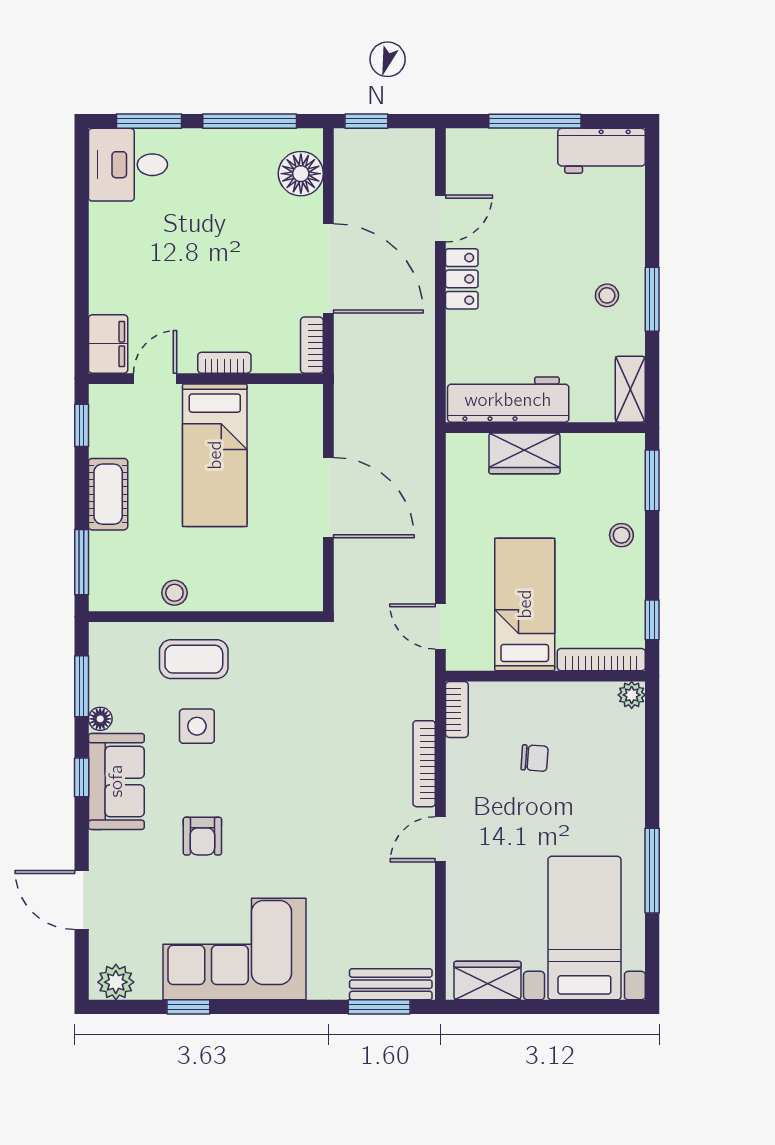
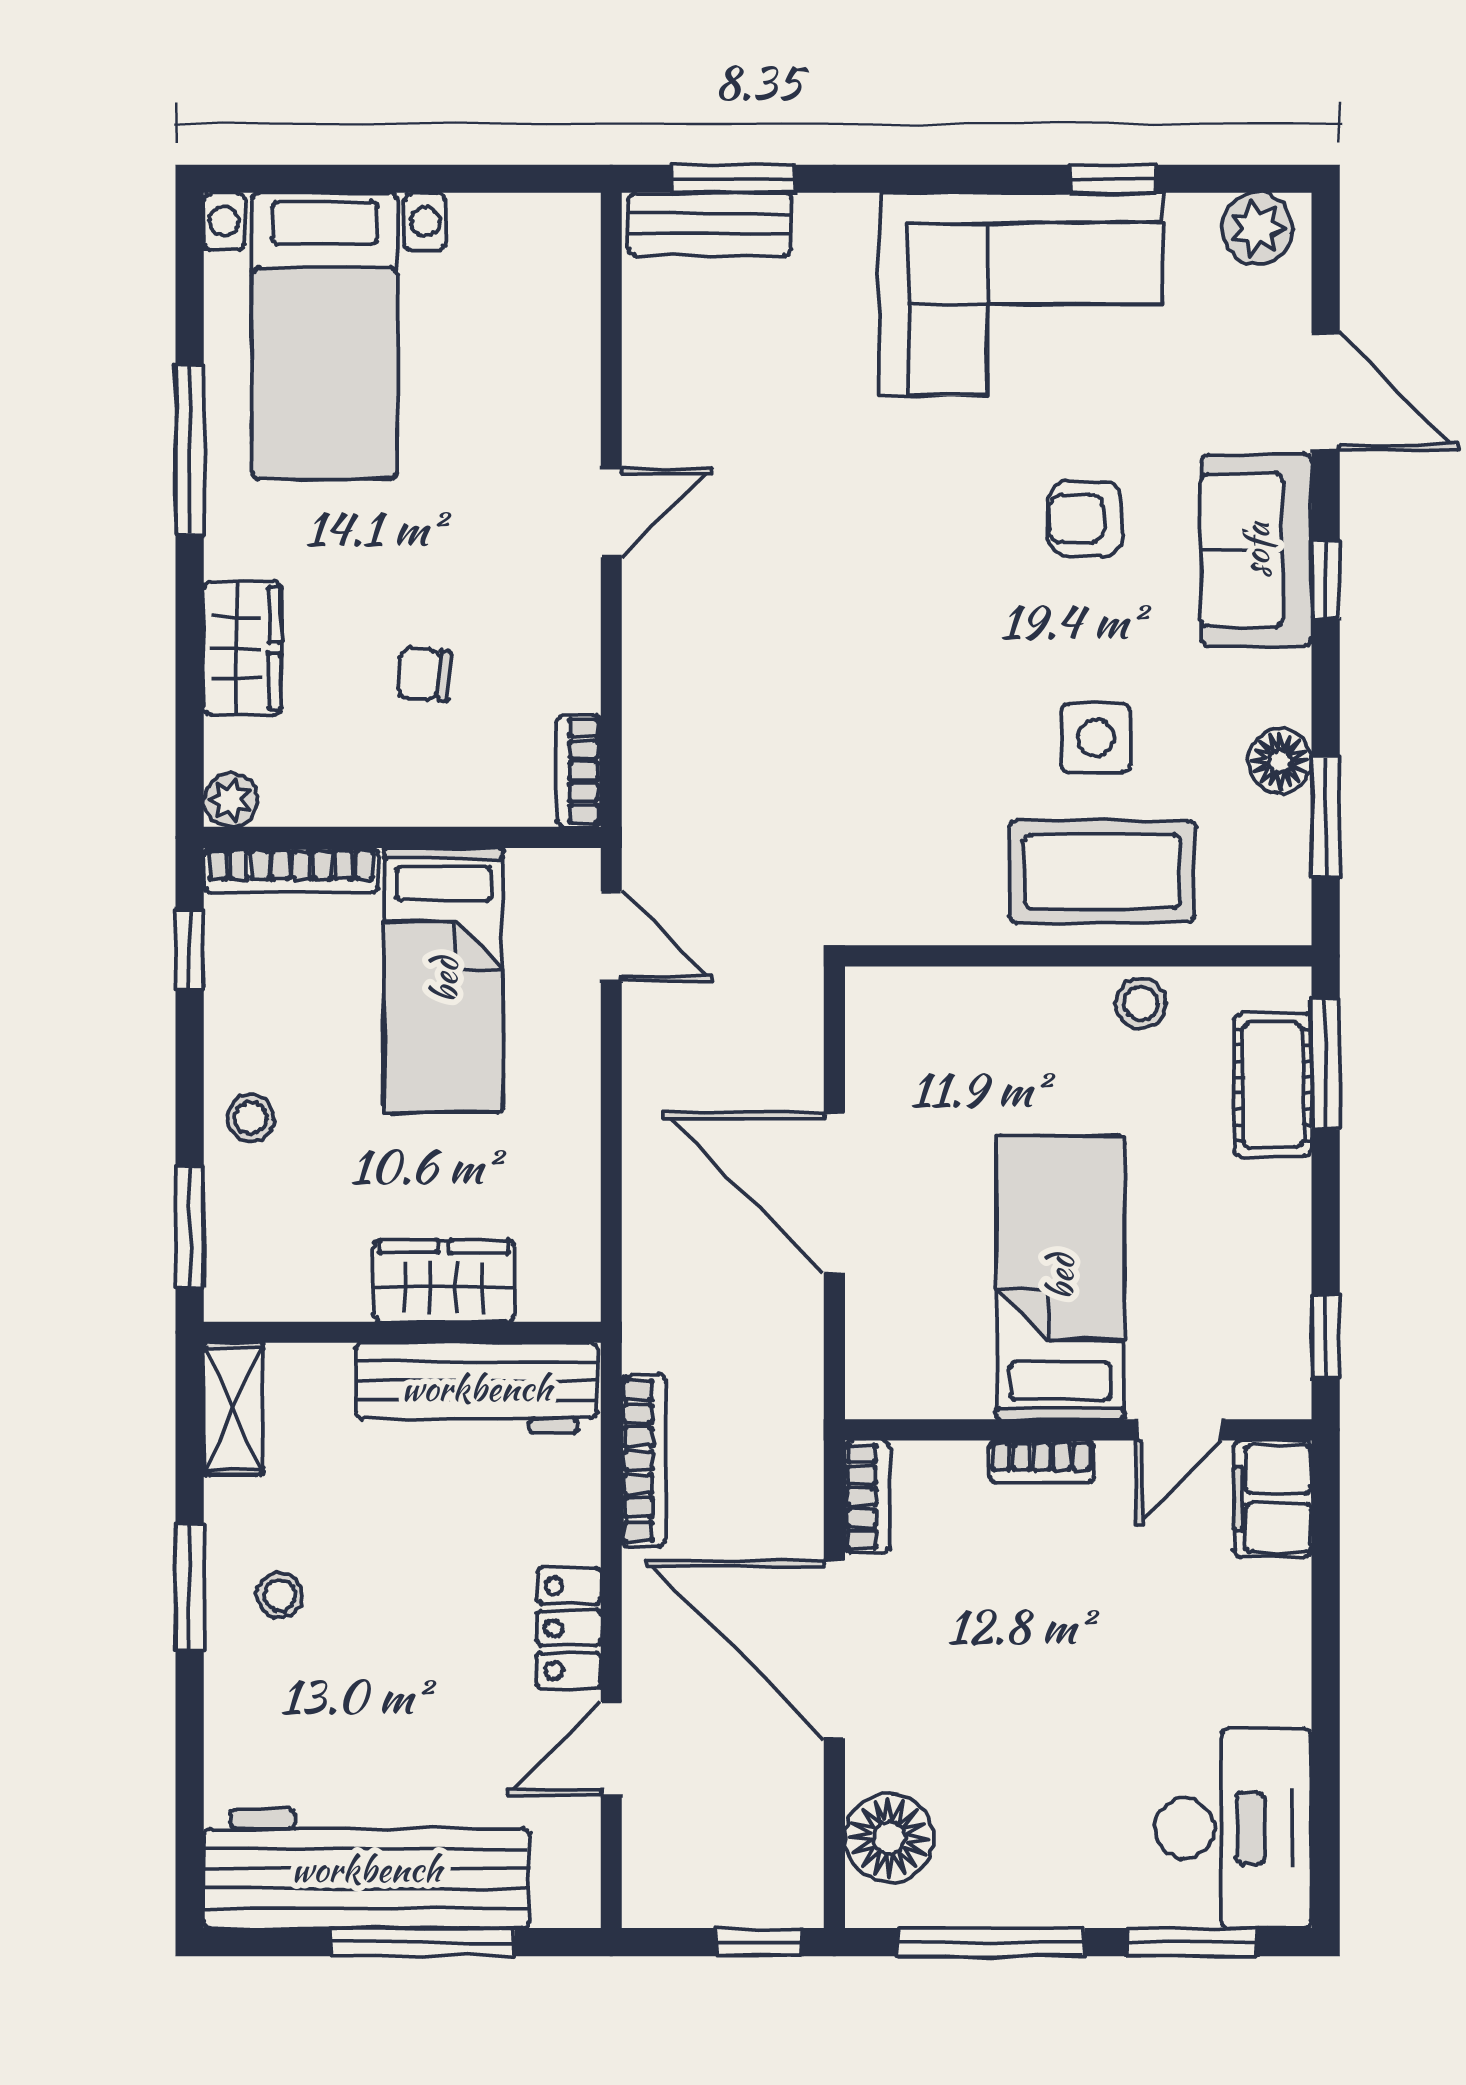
workbench: (602, 151) -> (366, 1869), width x1.88, depth x1.32
desk: (128, 165) -> (1233, 1828), width x1.37
cot: (108, 494) -> (1273, 1085), moved
coffee table: (194, 659) -> (1102, 871), width x1.36, depth x1.32
floor lamp: (100, 719) -> (1280, 761), width x1.37, depth x1.37
bookcase: (424, 764) -> (644, 1461), moved
window: (82, 777) -> (1326, 579), moved
sofa: (116, 781) -> (1256, 550), moved
armchair: (202, 836) -> (1085, 519), turned -90
wardrobe: (487, 981) -> (242, 648), moved, turned -90

